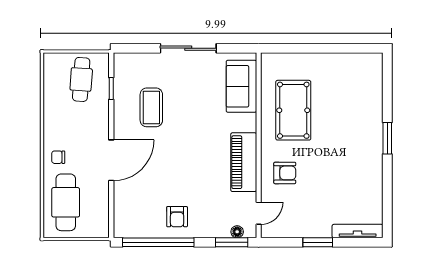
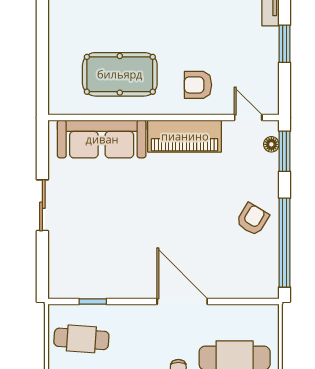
sliding door: (188, 48) -> (42, 205), width x0.73
sofa: (241, 86) -> (102, 139), width x1.36
coffee table: (151, 107) -> (116, 251), removed
armchair: (285, 173) -> (198, 85), turned -90
armchair: (177, 217) -> (253, 219), turned -59

